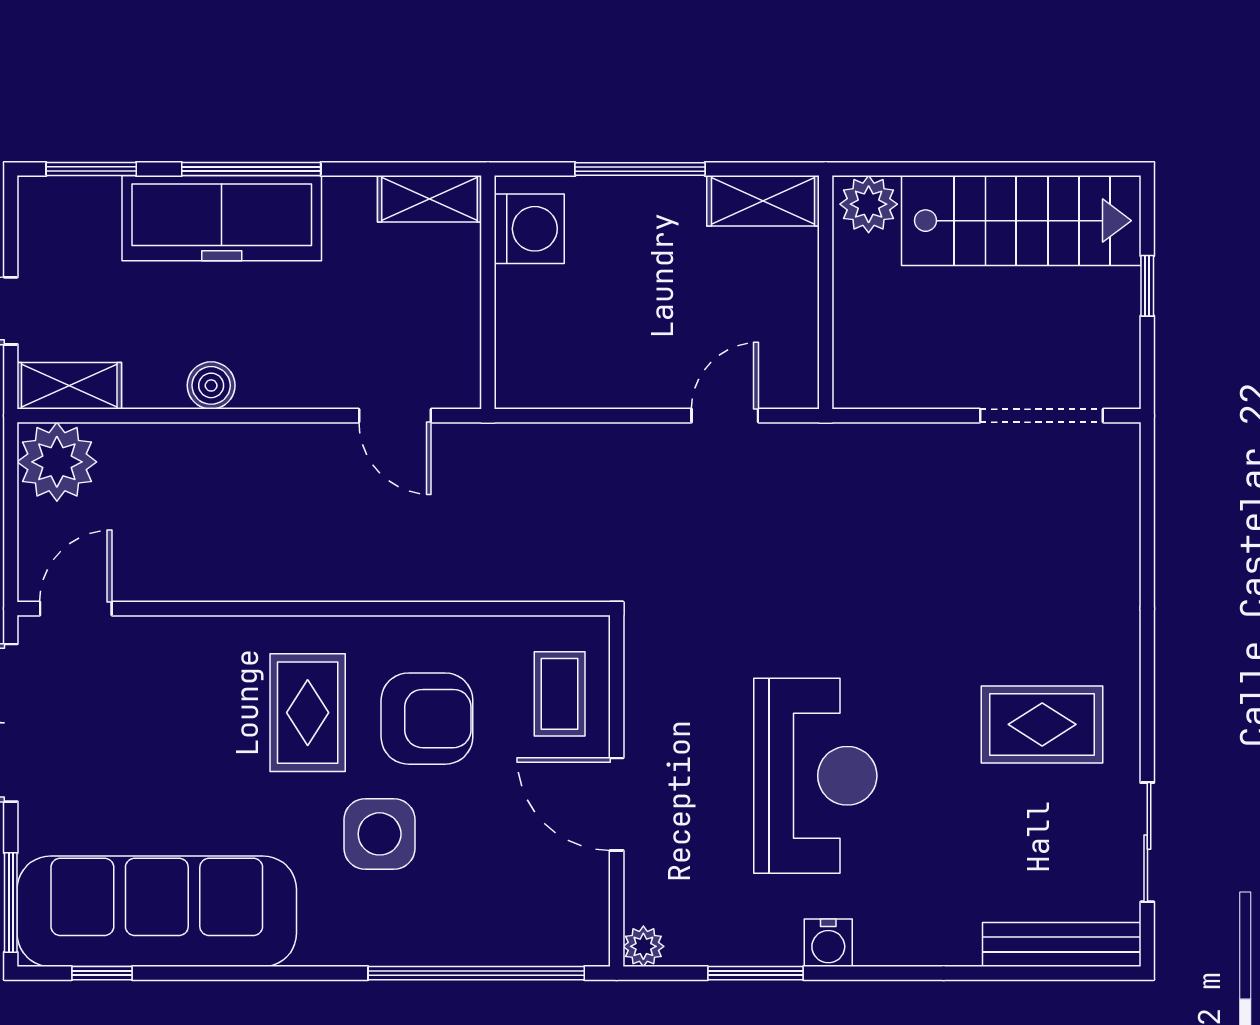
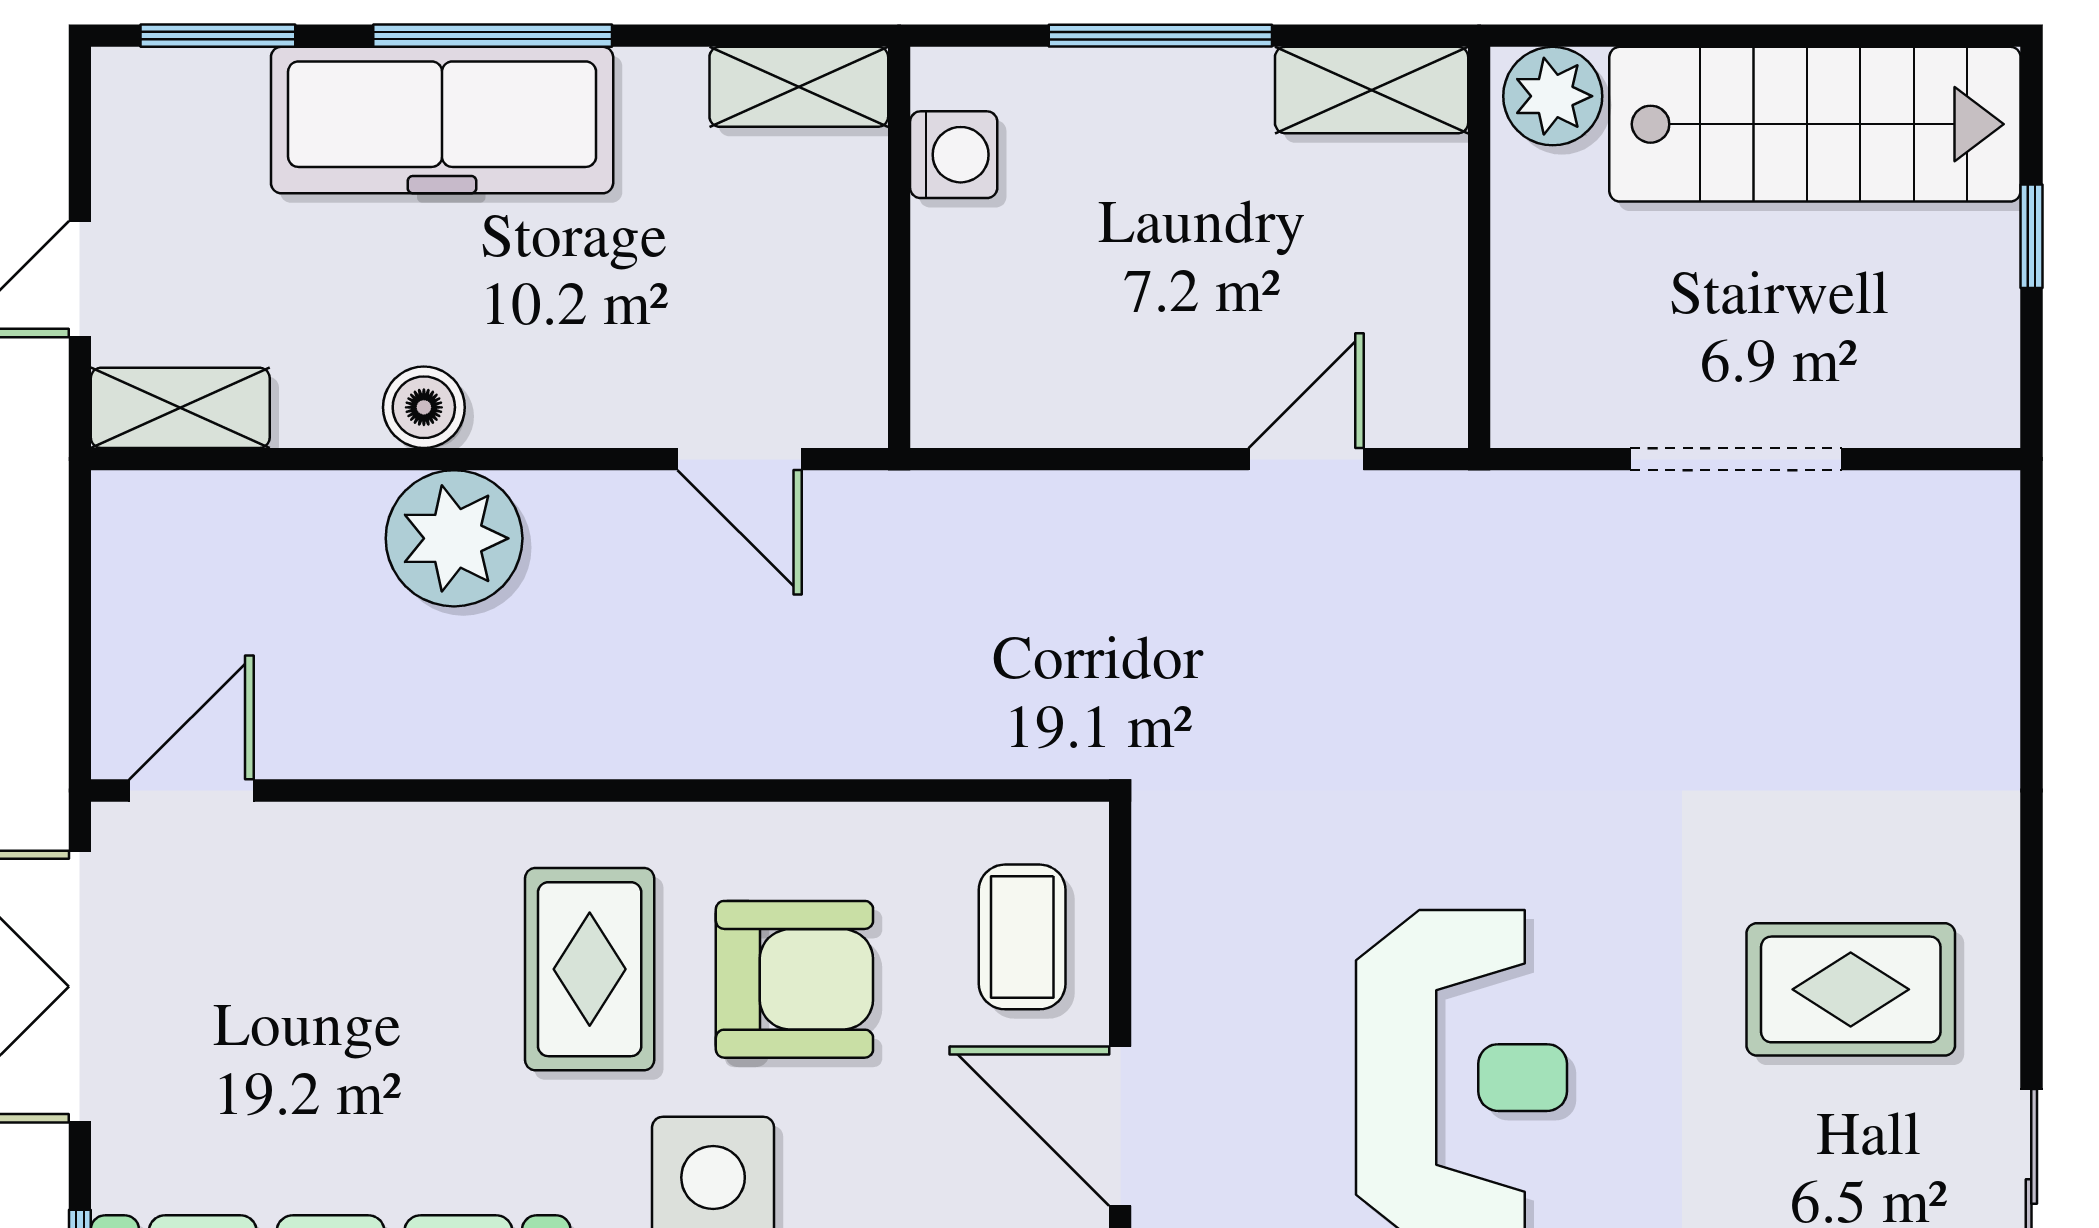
washing machine: (529, 229) -> (954, 155), width x0.73, depth x0.73
doorway: (1042, 416) -> (1736, 459), moved
plant: (57, 462) -> (454, 538), moved

